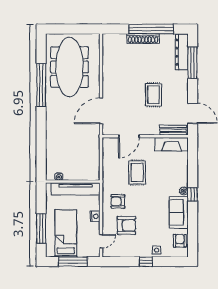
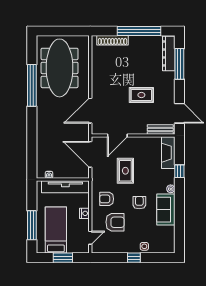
shoe rack: (143, 38) -> (112, 40), moved
rug: (154, 95) -> (141, 95), turned 90
fireplace: (172, 144) -> (168, 153), moved, turned 90
door: (101, 156) -> (90, 154), added
window: (193, 194) -> (179, 171), moved
armchair: (180, 241) -> (139, 203), moved
window: (73, 262) -> (63, 258), width x0.69

